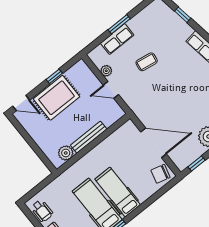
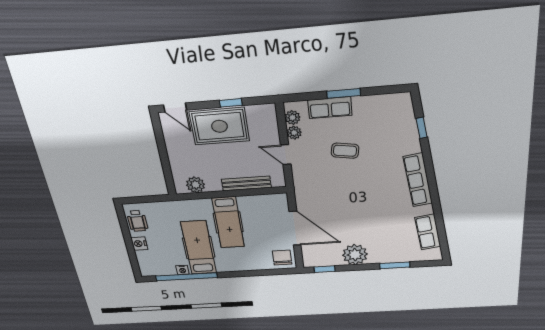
plant: (99, 61) -> (293, 117), added
bench: (89, 137) -> (246, 183), moved
chair: (160, 174) -> (282, 258), turned 75
hospital bed: (118, 192) -> (228, 223), moved, turned 180

